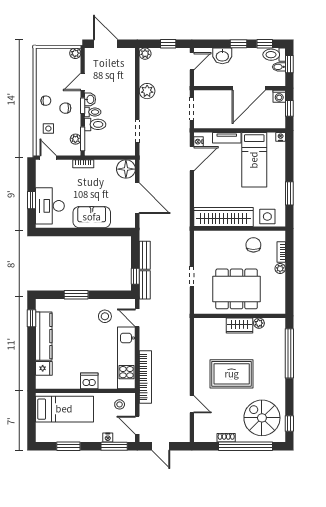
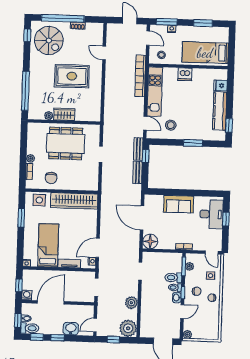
plant: (145, 54) -> (128, 328), width x1.87, depth x1.87

